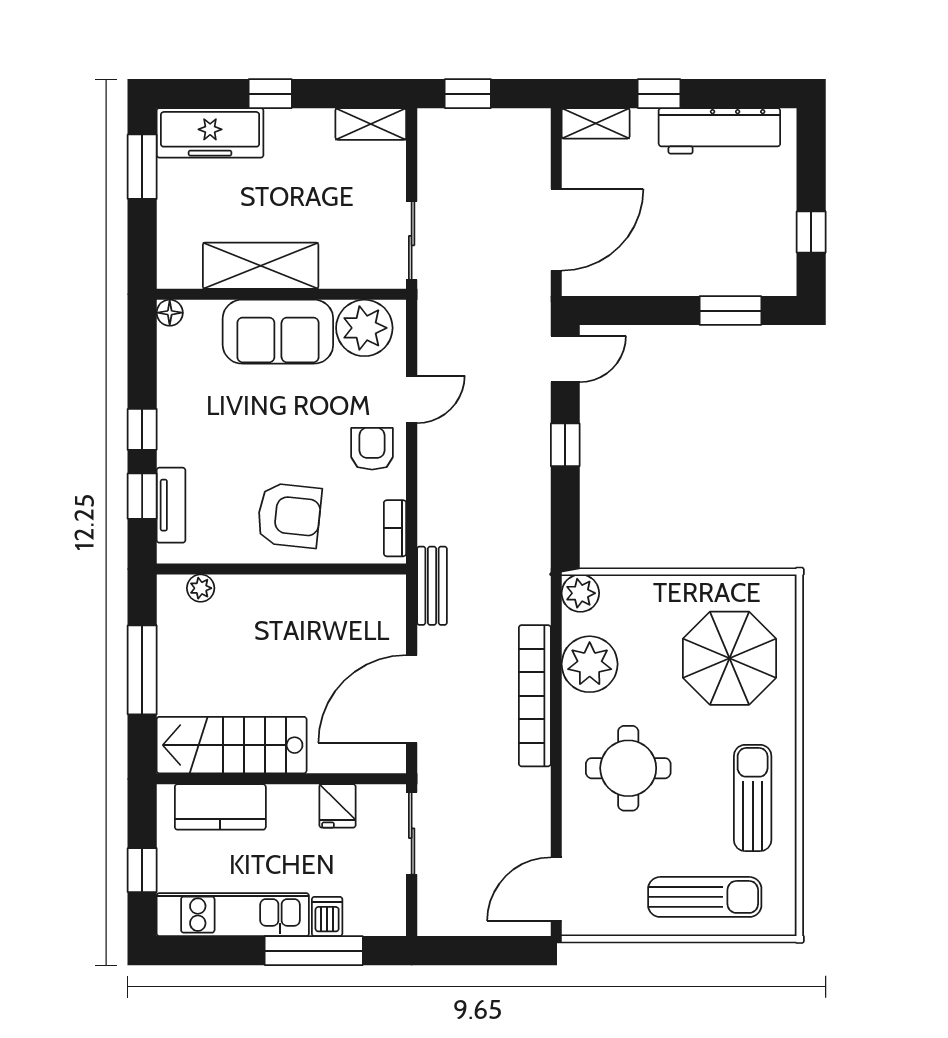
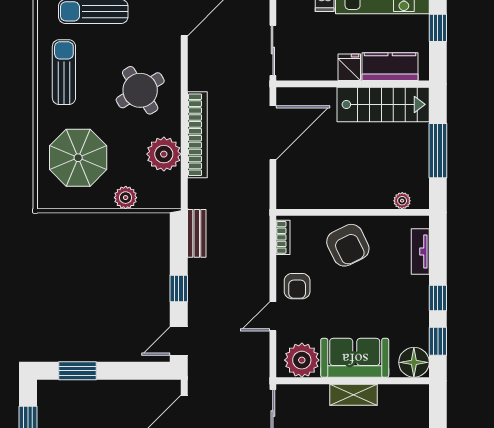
shelving: (261, 266) -> (353, 395), width x0.67, depth x0.75
floor lamp: (170, 313) -> (414, 362), width x1.89, depth x1.89
window: (142, 496) -> (438, 341), moved
armchair: (289, 515) -> (348, 245), turned -122
bench: (432, 586) -> (197, 233), moved
plant: (580, 593) -> (126, 198), moved
round table: (628, 768) -> (140, 90), turned -32
sun lounger: (753, 798) -> (64, 72), turned 180
fridge: (337, 806) -> (349, 67), moved

